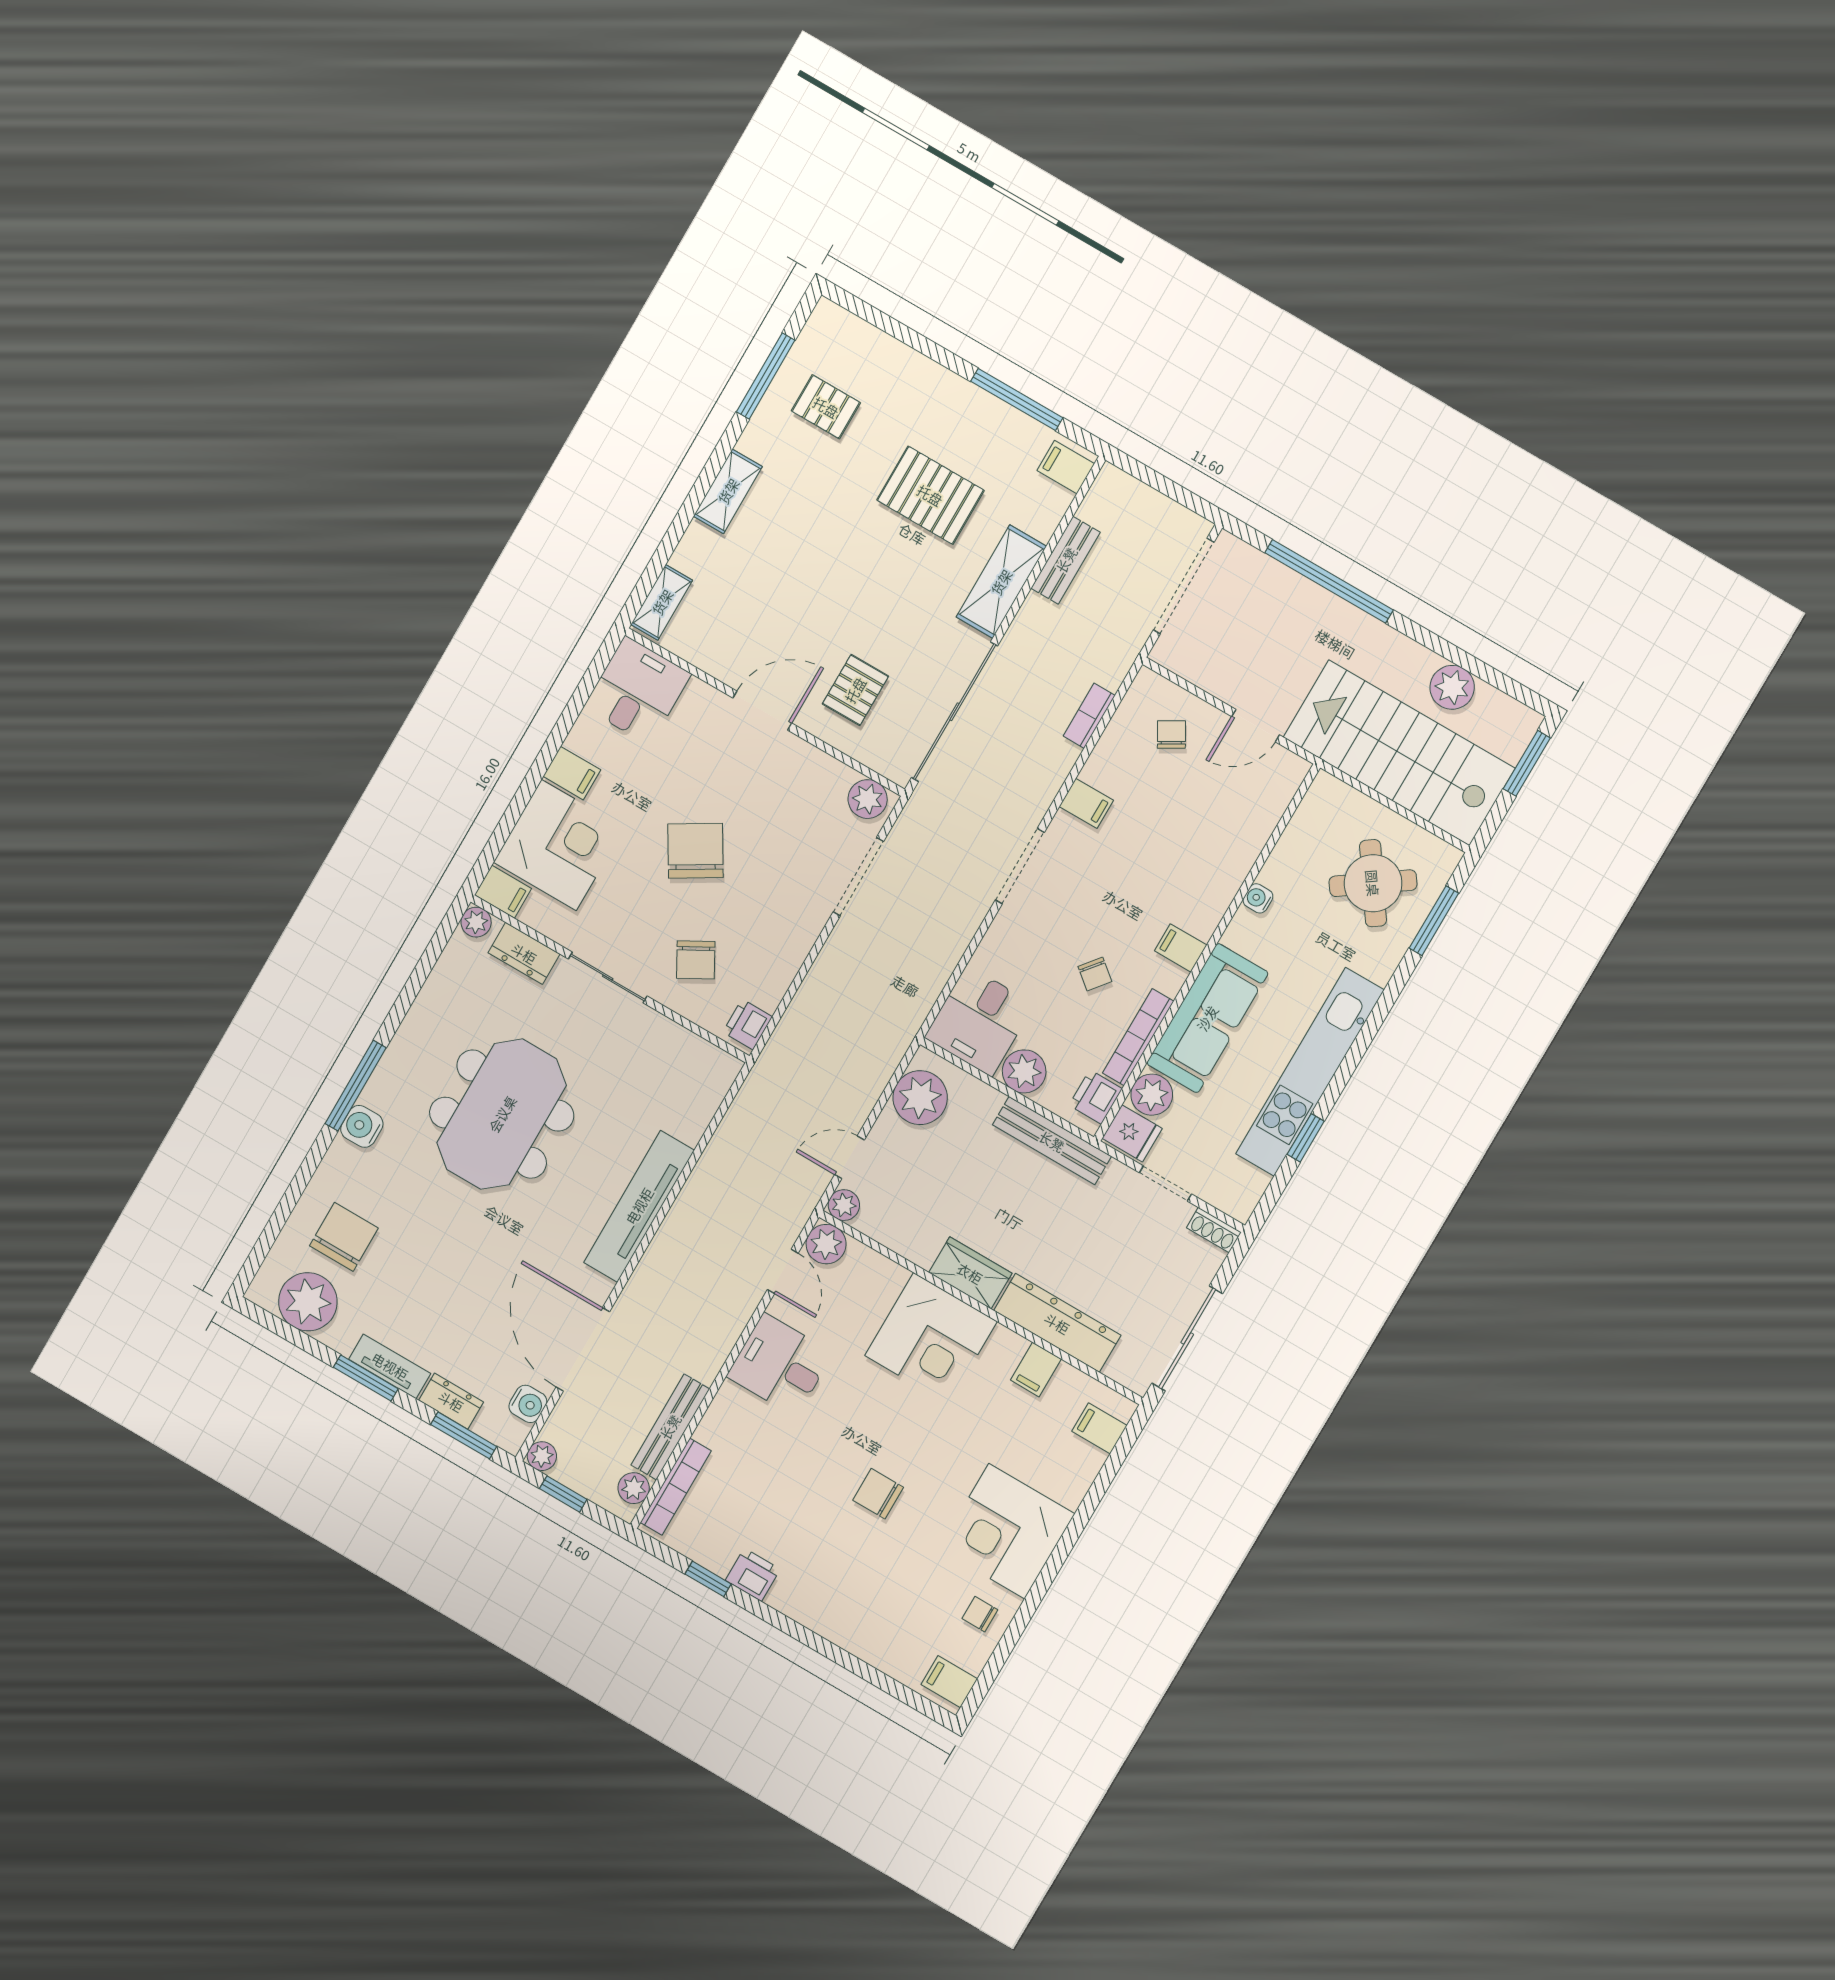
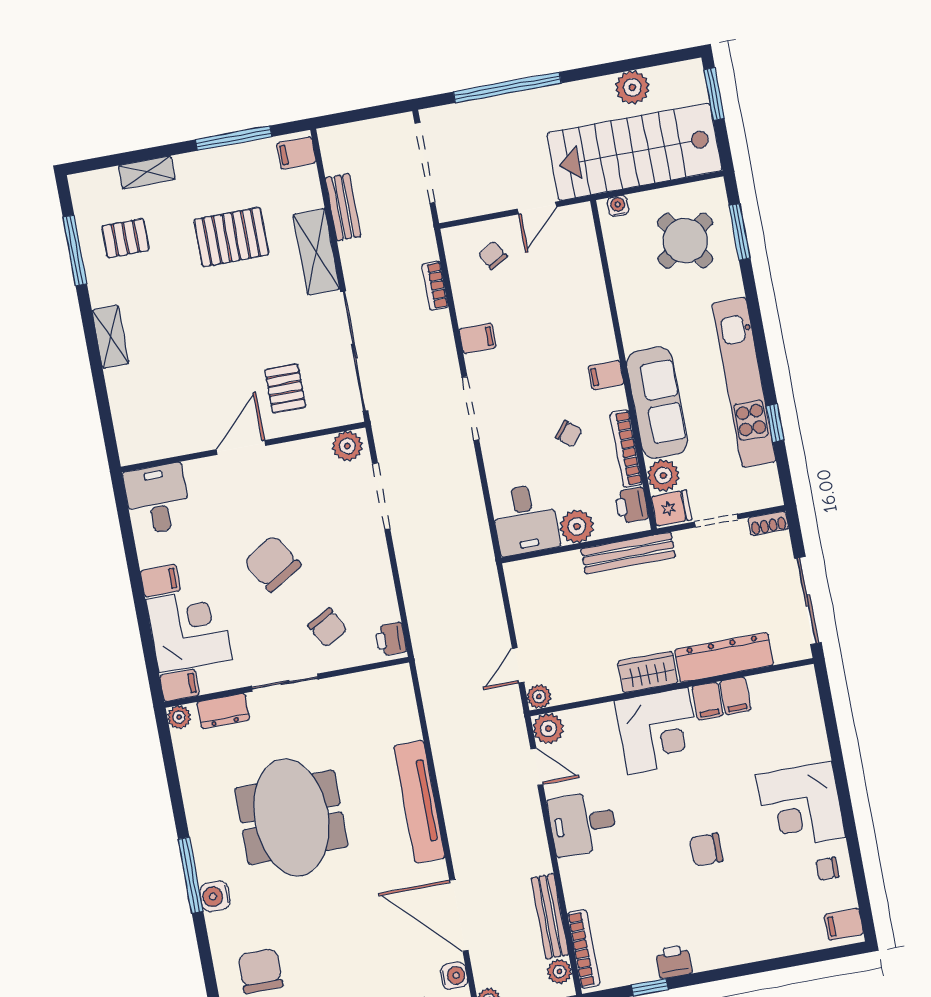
shelving: (662, 602) -> (147, 172), moved, turned 90
water cooler: (1258, 898) -> (618, 206), moved, turned 90
plant: (920, 1098) -> (529, 595), removed
filing cabinet: (1099, 1428) -> (708, 701), moved, turned -90

